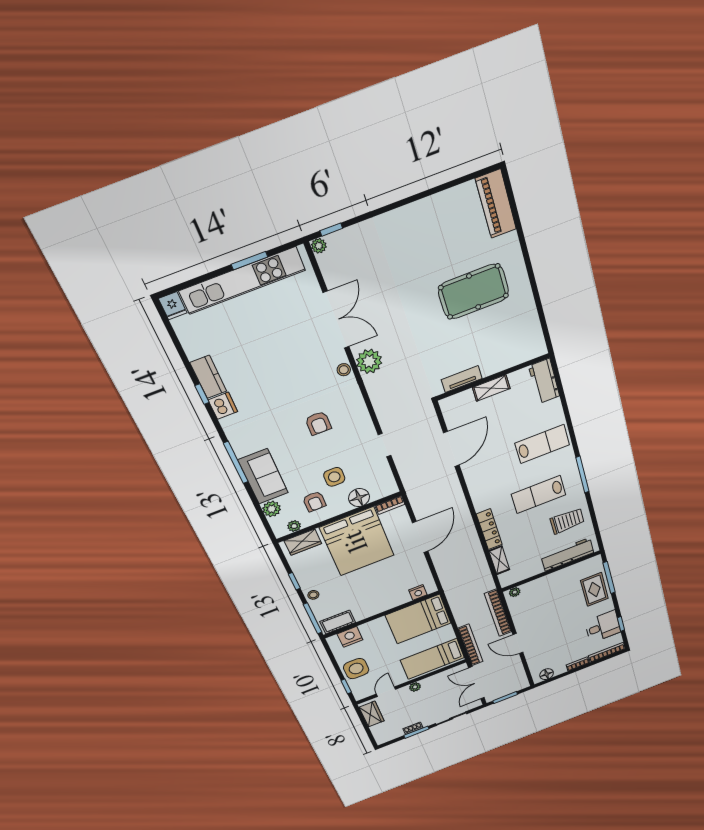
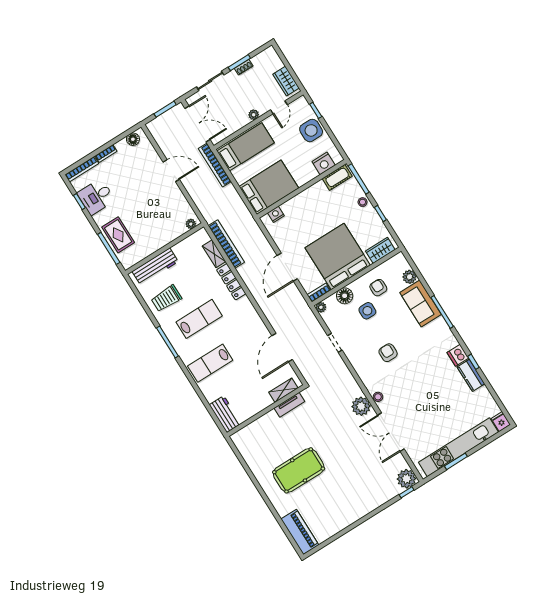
plant: (319, 246) -> (406, 479), width x1.88, depth x1.88
shelving: (491, 388) -> (283, 390), moved
plant: (294, 526) -> (321, 307), moved
bookcase: (498, 613) -> (226, 244), moved

